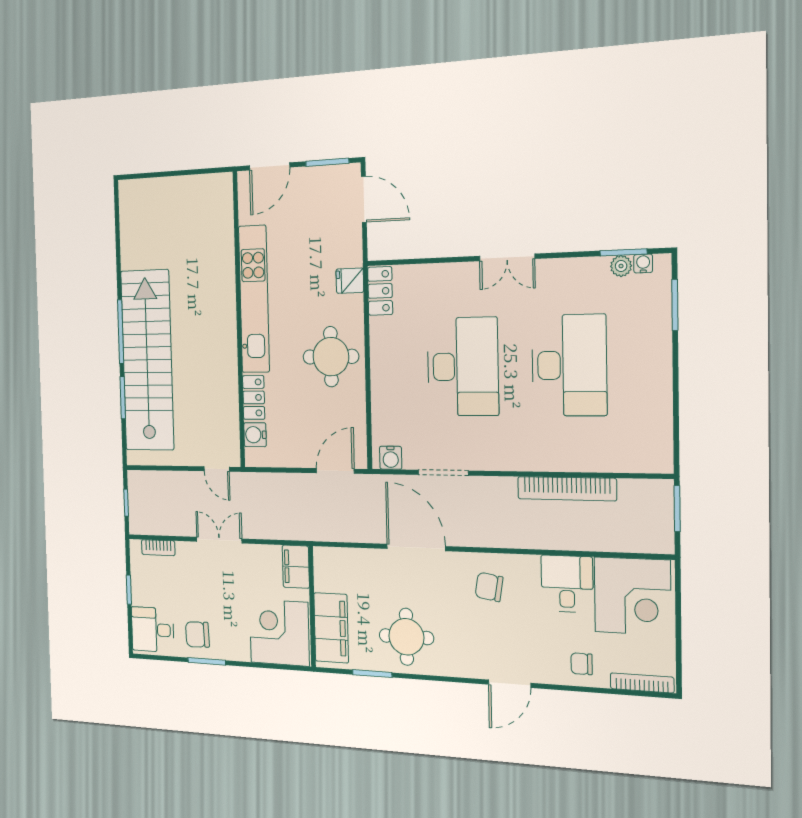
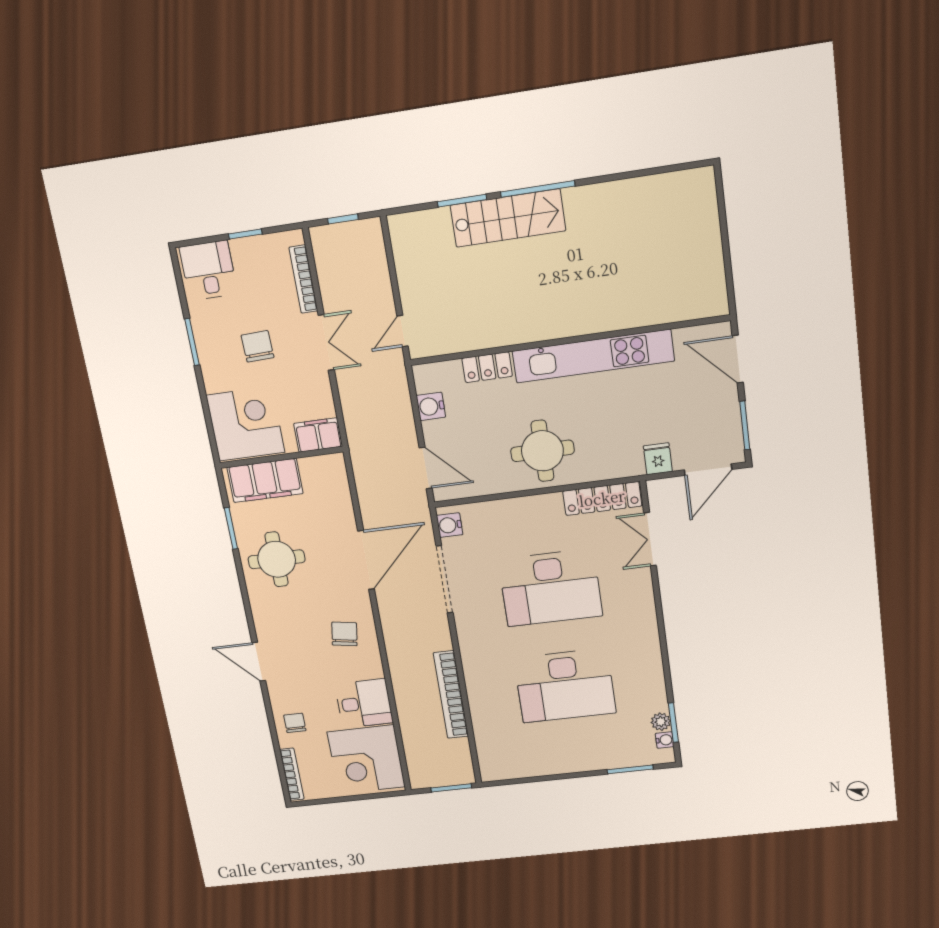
double door: (507, 257) -> (650, 539), moved
fridge: (350, 281) -> (658, 459), moved
locker: (380, 291) -> (602, 498), width x1.53
stairs: (147, 360) -> (508, 218), width x0.54, depth x0.66
water cooler: (255, 435) -> (431, 406), moved, turned -90
doorway: (443, 473) -> (444, 579), width x1.36
bookcase: (158, 548) -> (303, 279), width x1.56
chair: (197, 634) -> (258, 346), moved

